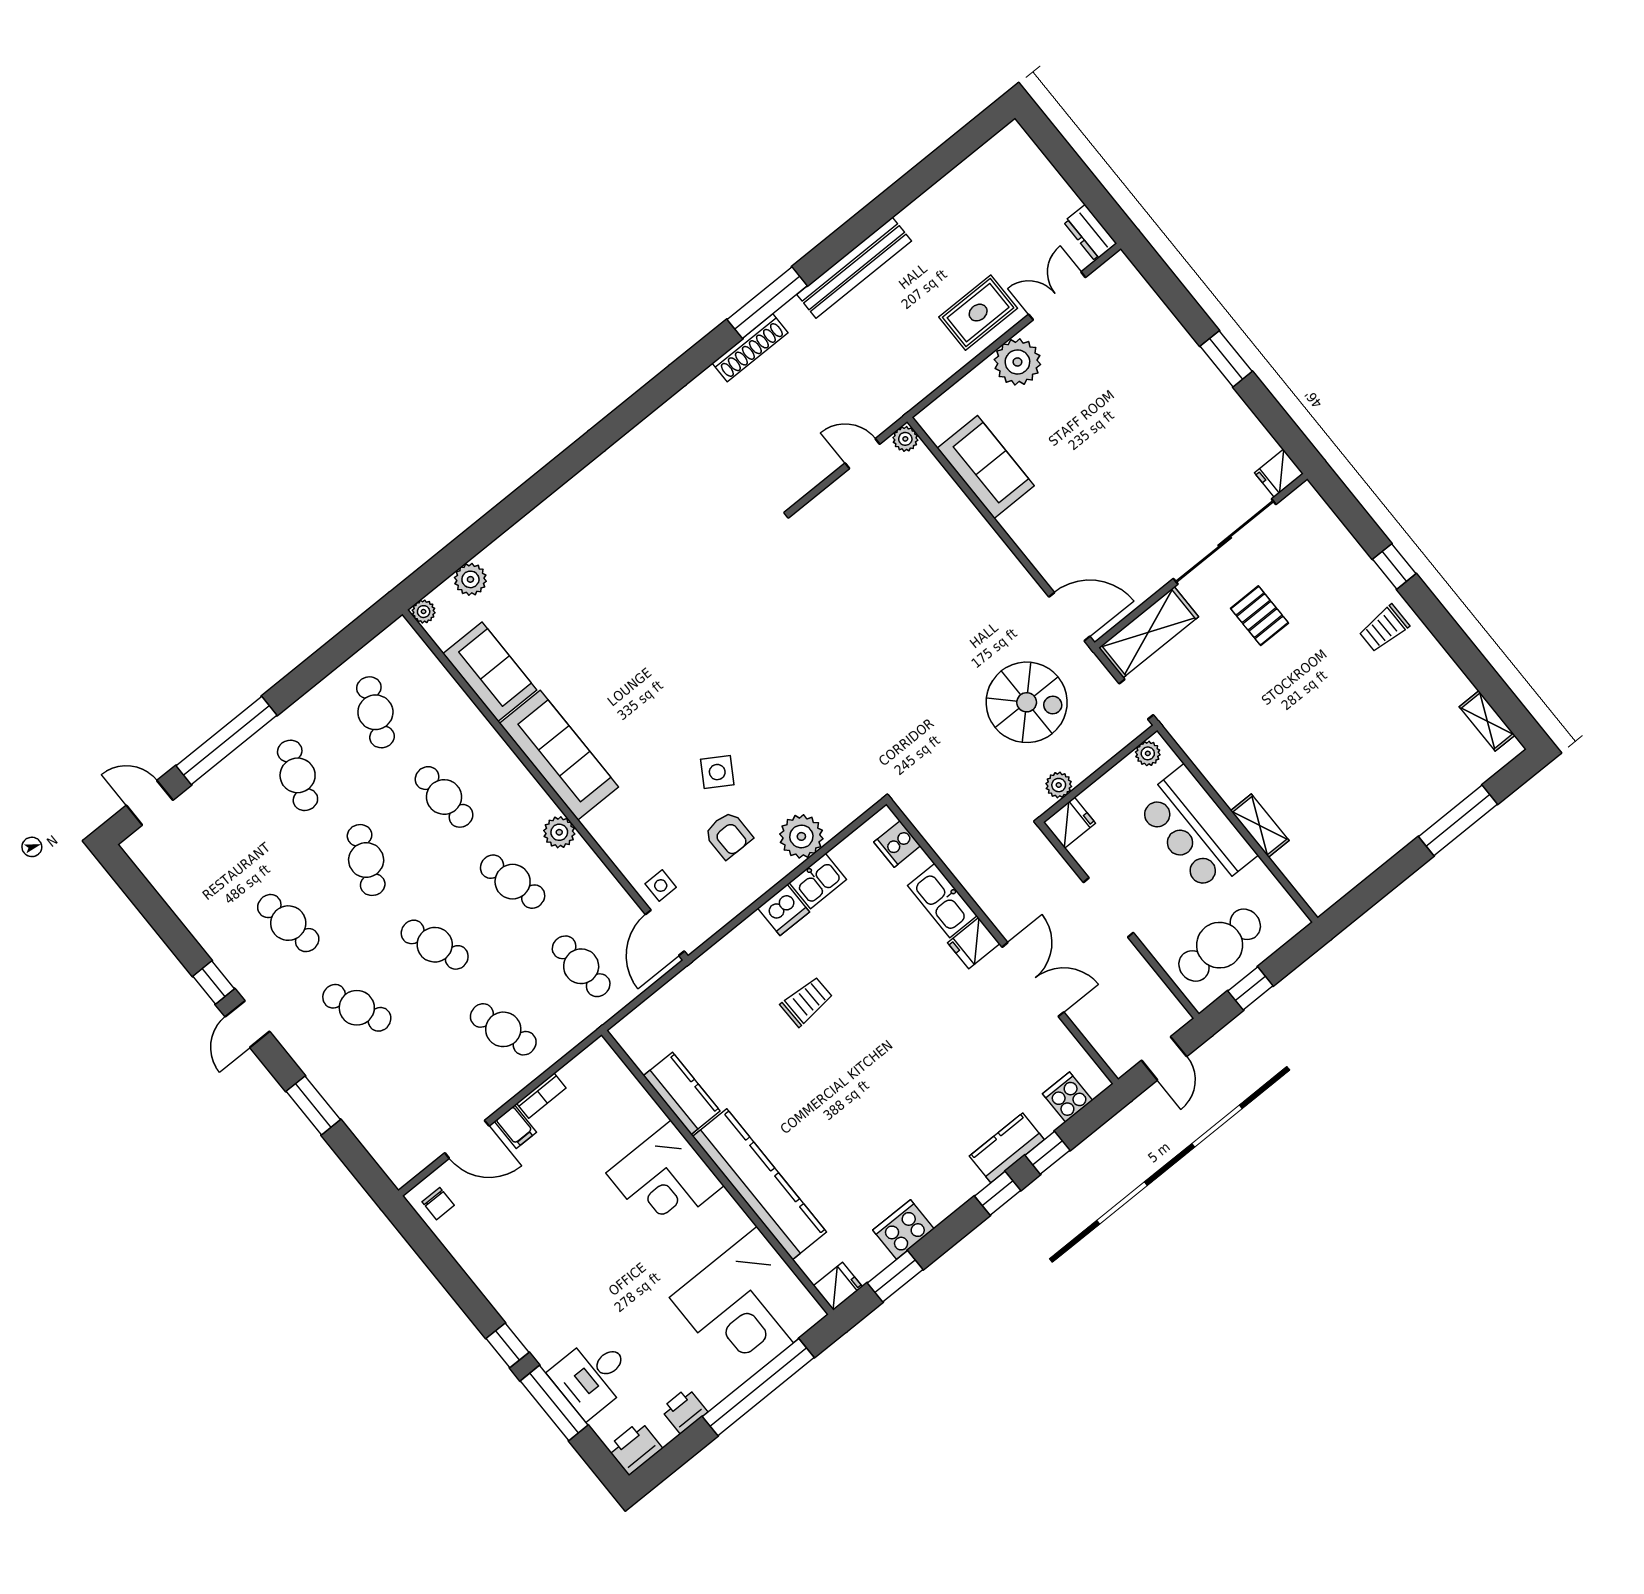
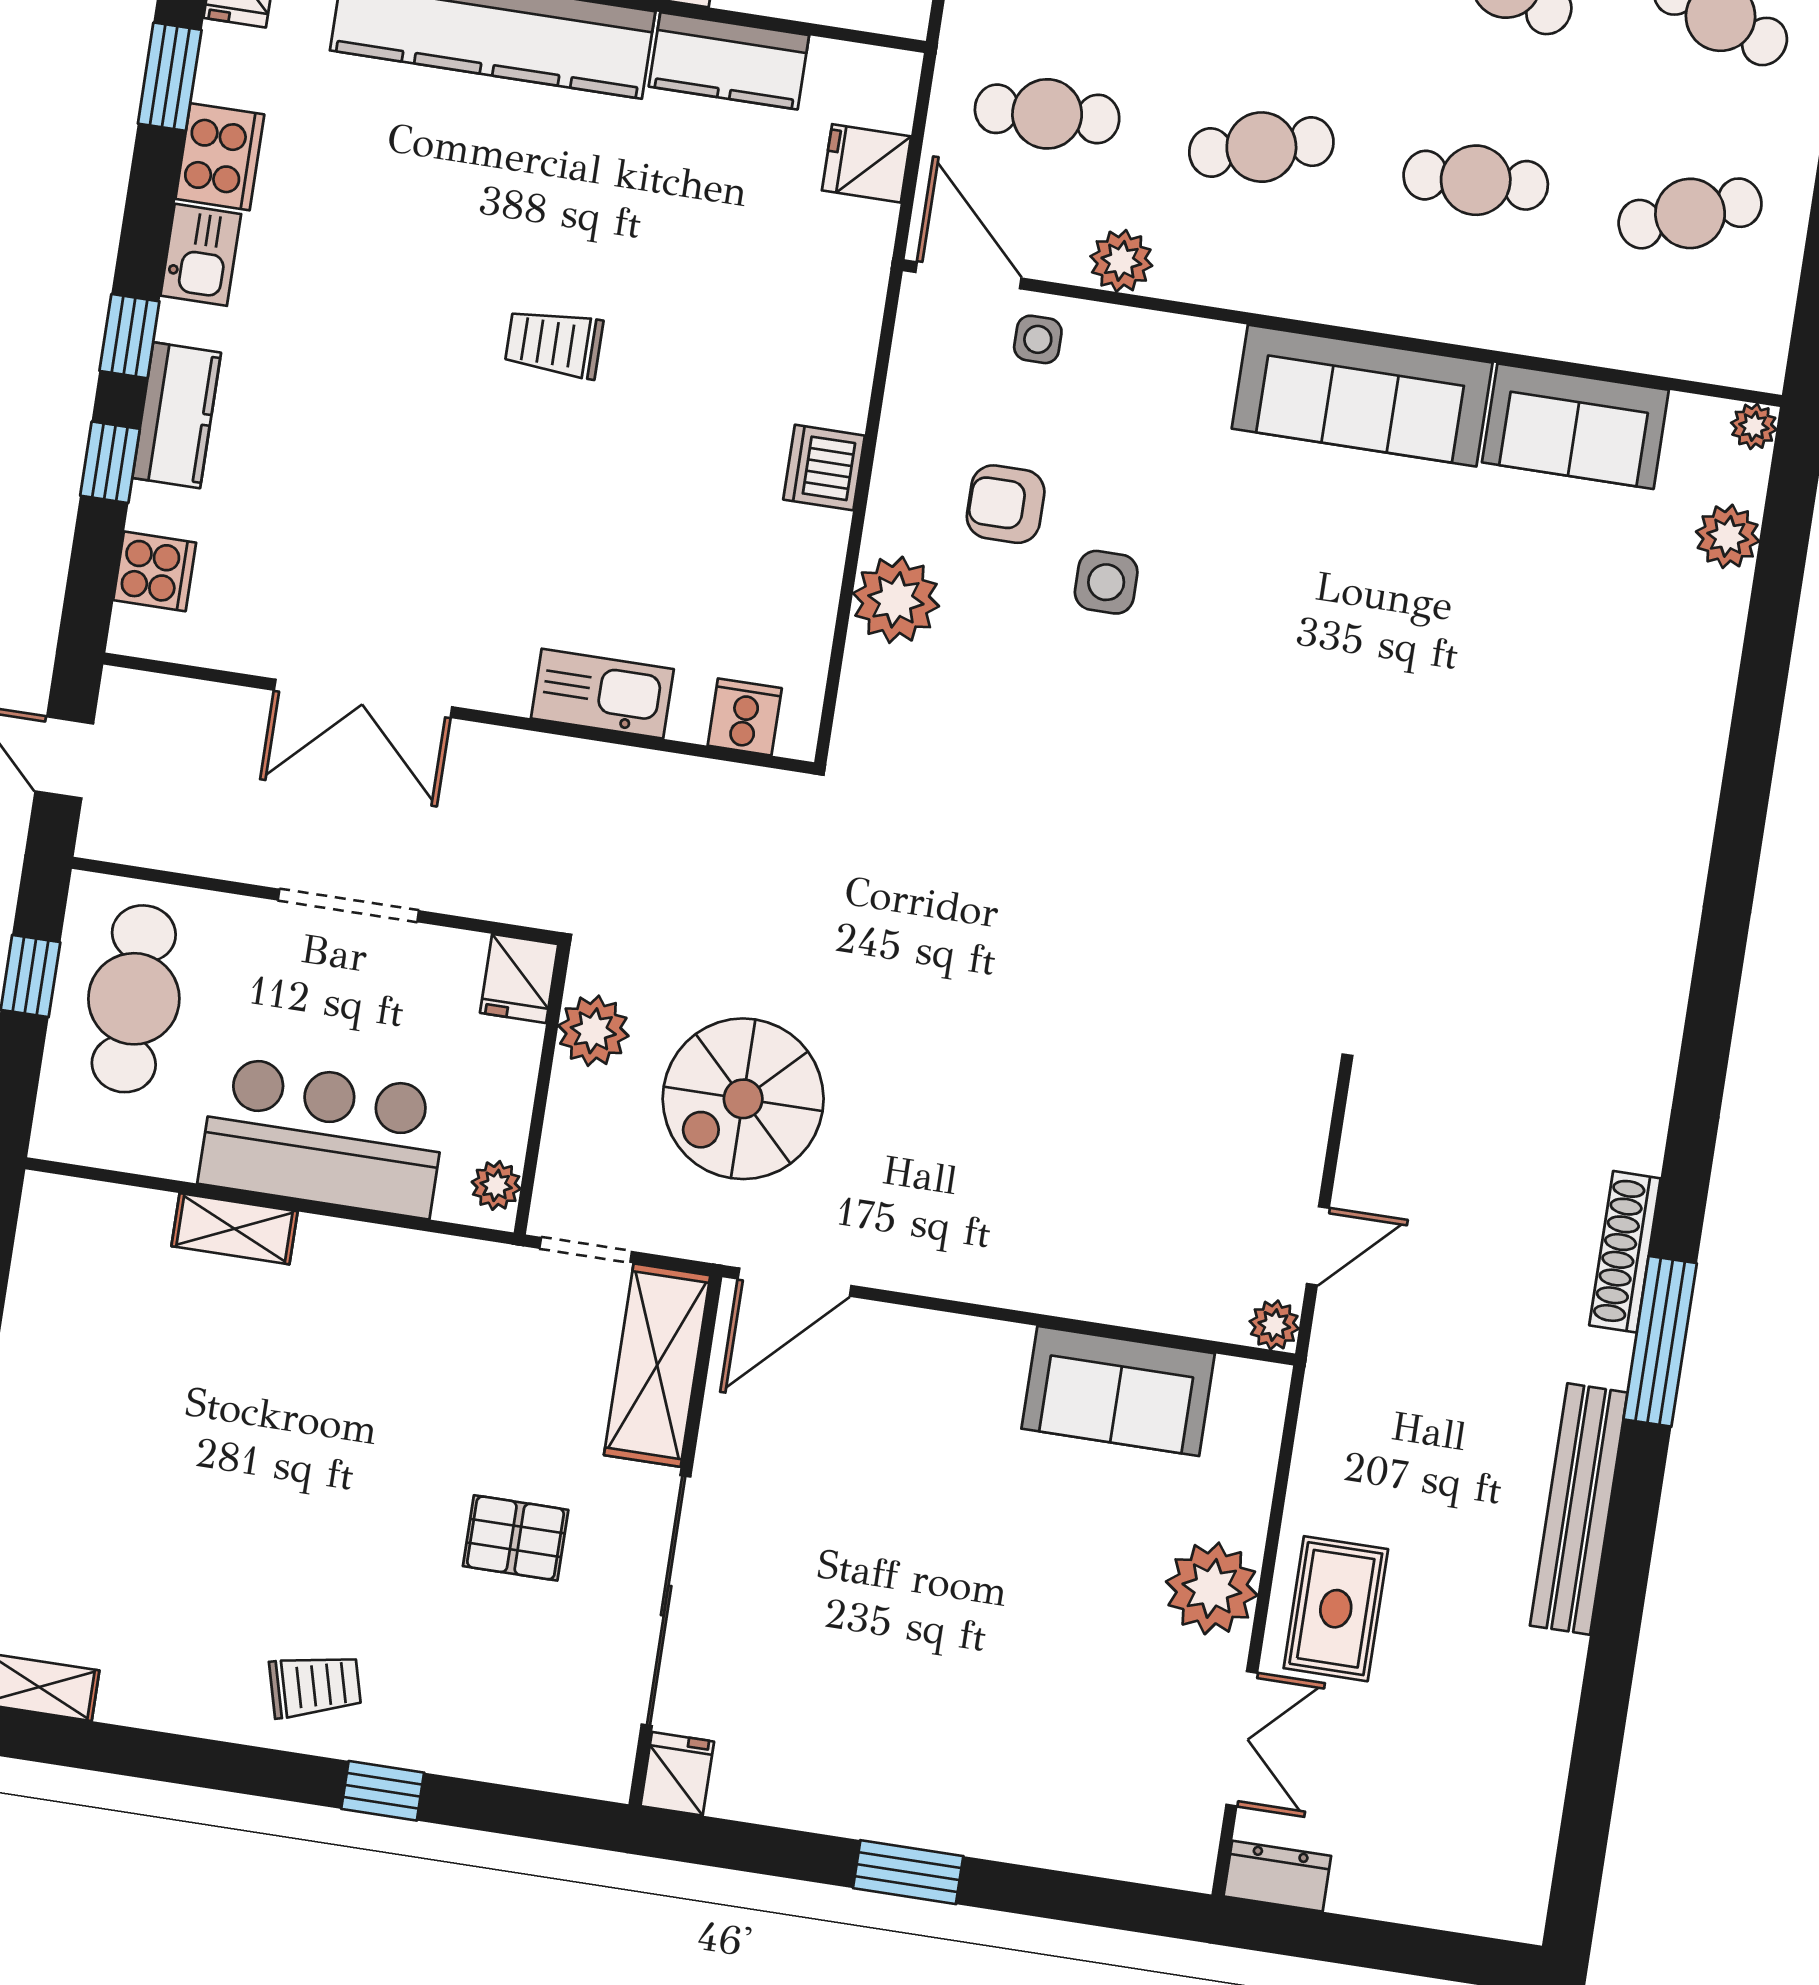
trolley: (1384, 628) -> (315, 1686), turned 75
cafe table: (375, 712) -> (1690, 213), turned -45
side table: (717, 772) -> (1106, 582), turned -32
plant: (1059, 785) -> (593, 1031), width x1.38, depth x1.38
plant: (559, 832) -> (1121, 261), moved
kitchen sink: (818, 881) -> (201, 255), moved, turned 180
fridge: (974, 943) -> (867, 163), moved, turned -90
trolley: (807, 1002) -> (554, 343), moved, turned 91

